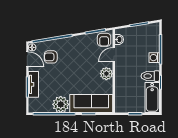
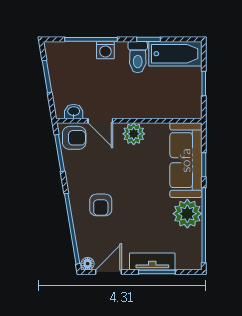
armchair: (51, 57) -> (101, 205), moved

